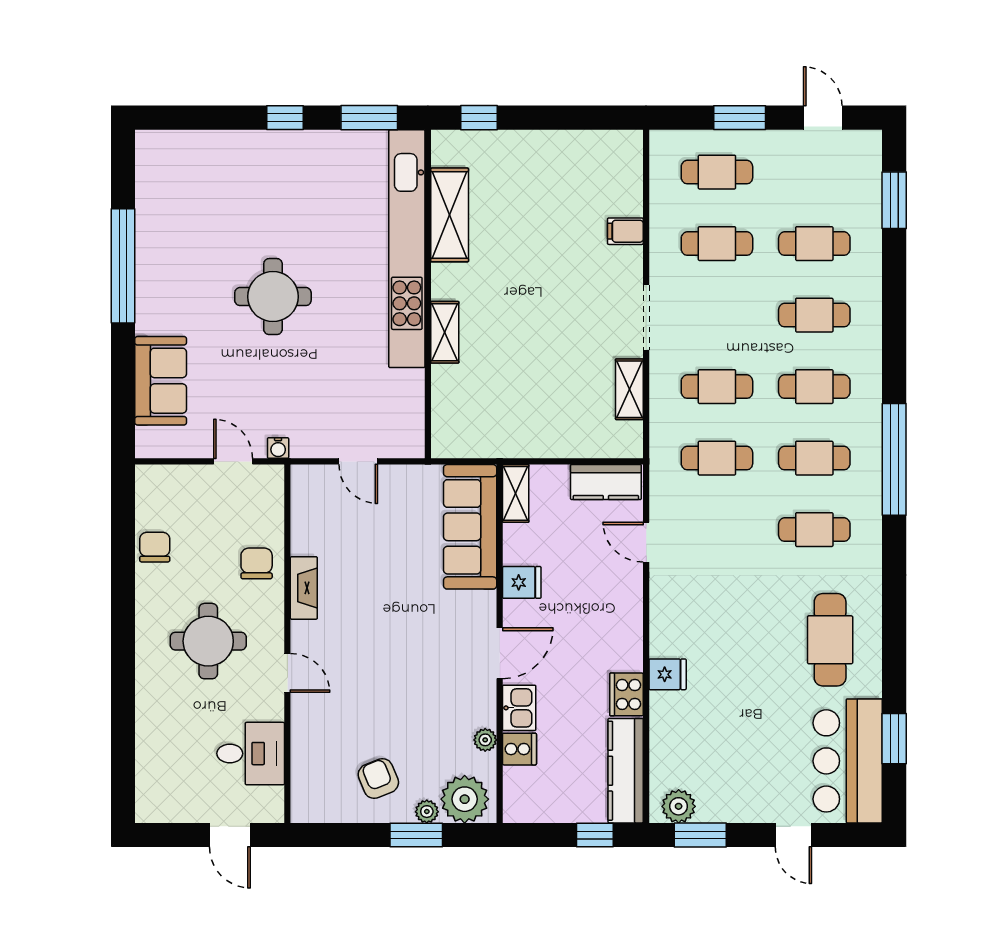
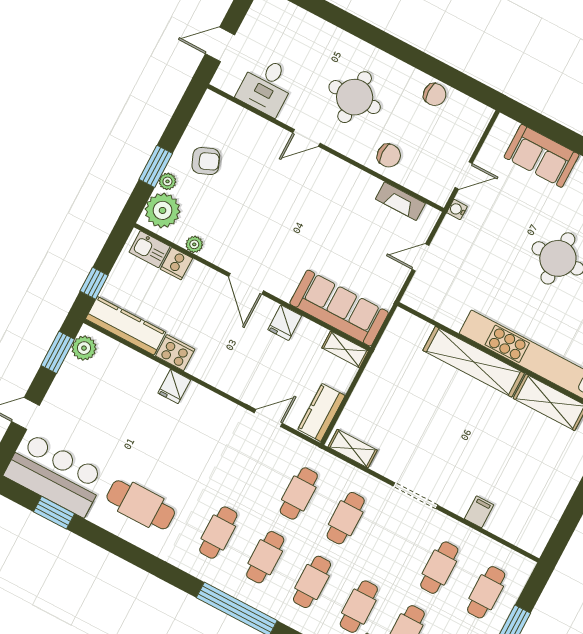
shelving: (445, 332) -> (474, 362), width x2.20, depth x1.33
shelving: (629, 389) -> (353, 449), moved
fireplace: (304, 588) -> (400, 201), moved
kitchen sink: (519, 708) -> (150, 249), moved

